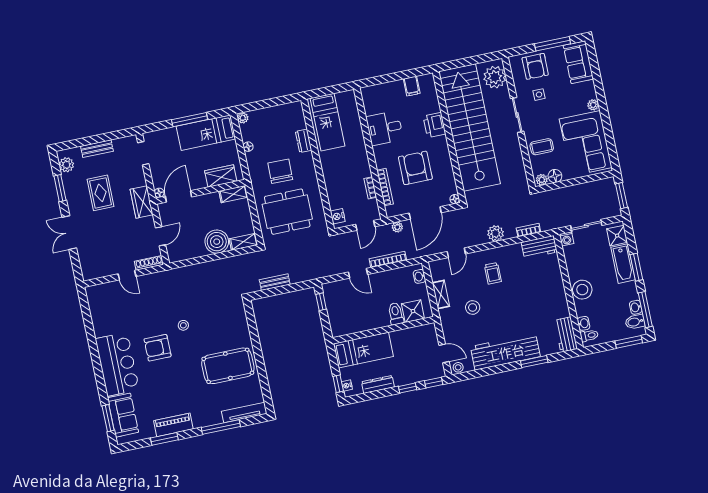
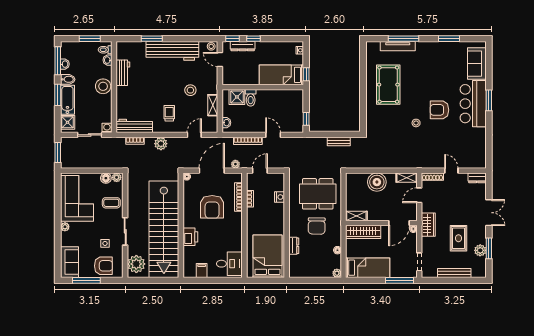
armchair: (535, 66) -> (103, 266), turned 90
window: (190, 120) -> (399, 280), moved
bed: (327, 122) -> (268, 256), width x1.50
desk: (385, 128) -> (229, 264), moved
bench: (97, 149) -> (454, 273), width x1.36
plant: (66, 165) -> (480, 250), moved
wardrobe: (221, 176) -> (363, 232), width x1.50
nightstand: (338, 216) -> (280, 197), moved
shelving: (244, 242) -> (407, 178), moved
workbench: (539, 247) -> (134, 126), width x1.38
dresser: (93, 273) -> (477, 178), added
bidet: (635, 322) -> (68, 79), moved
workbench: (566, 335) -> (123, 73), moved
window: (629, 342) -> (90, 39), moved
armchair: (158, 348) -> (439, 110), turned 180
pool table: (228, 366) -> (388, 85), turned 90
window: (338, 384) -> (306, 74), moved
dresser: (378, 384) -> (243, 46), moved
tv unit: (244, 412) -> (398, 46), moved
window: (108, 418) -> (489, 100), moved
piano: (173, 425) -> (440, 48), removed

